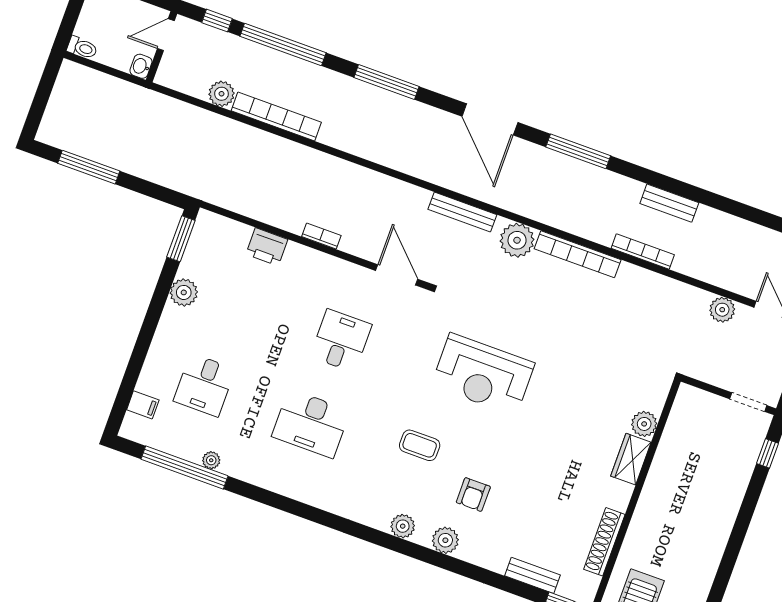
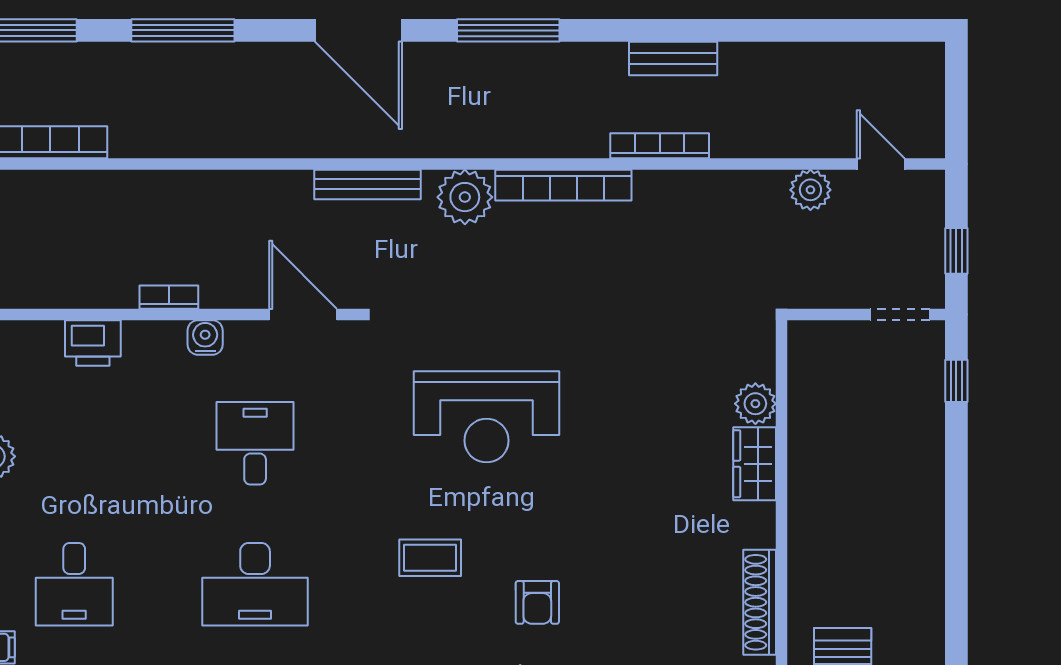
water cooler: (334, 268) -> (205, 338), added

